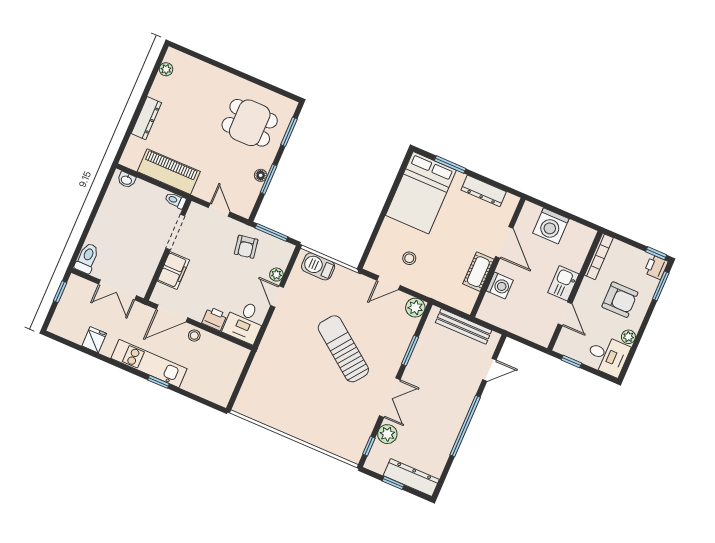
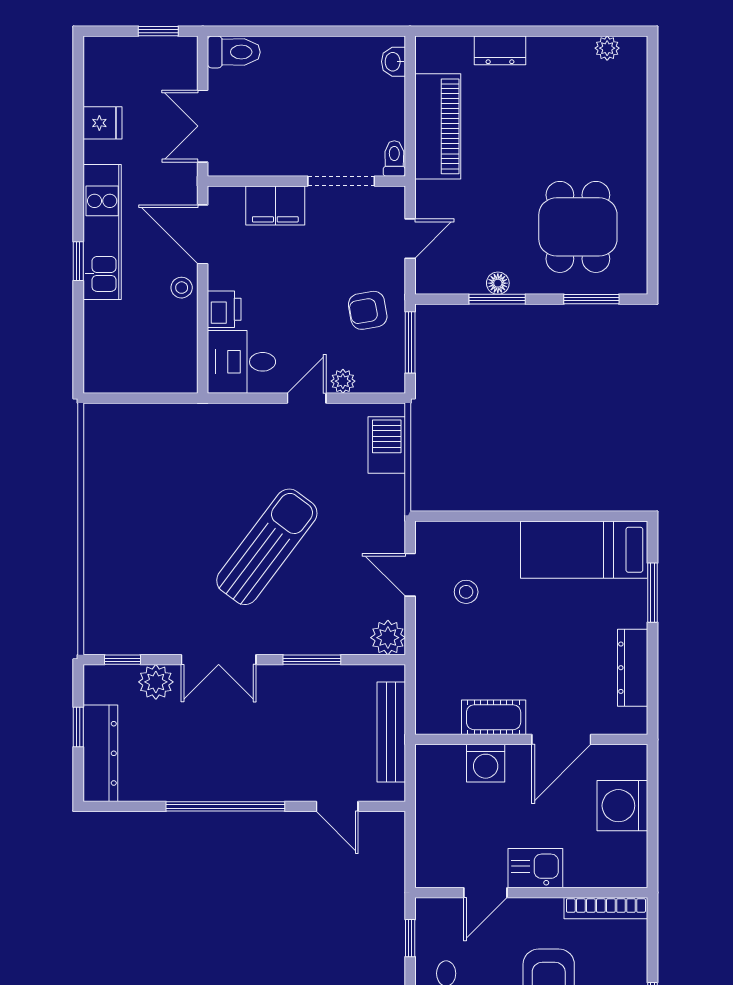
dresser: (146, 118) -> (500, 50), width x0.70
bed: (421, 193) -> (584, 550), width x0.67

